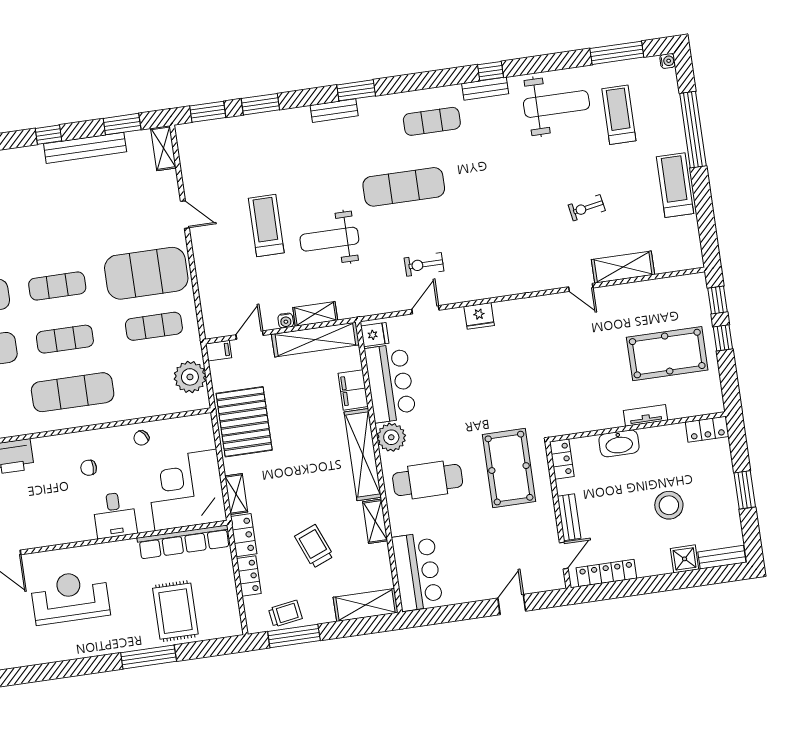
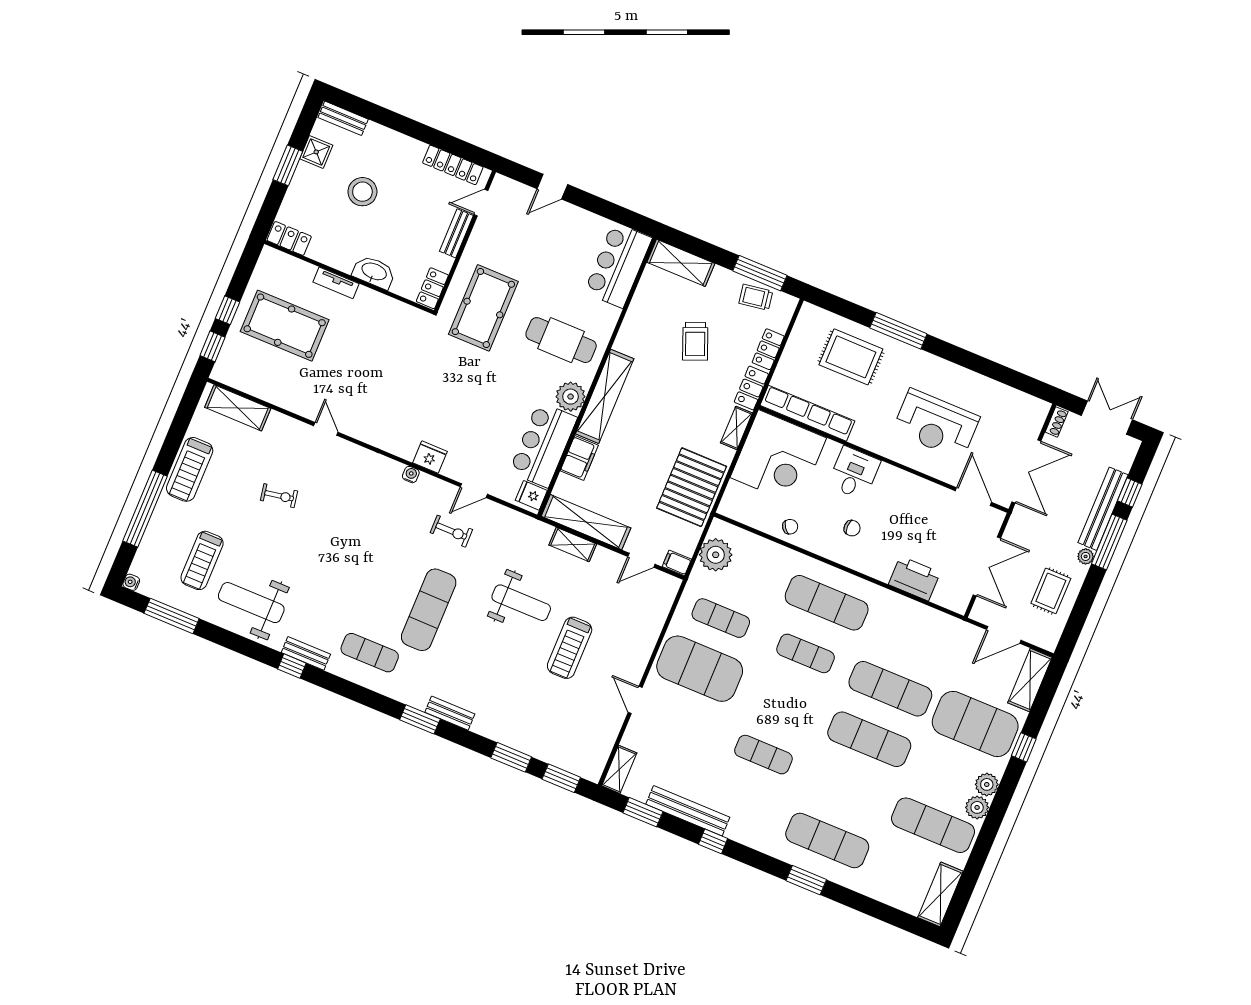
exercise mat: (404, 187) -> (429, 610), turned 90
shelving: (623, 267) -> (238, 408), moved
exercise mat: (57, 286) -> (763, 755), moved
water cooler: (286, 321) -> (411, 475), moved
shelving: (375, 521) -> (629, 331), removed
shower: (685, 559) -> (316, 152), moved
rug: (175, 611) -> (851, 357), turned 90

